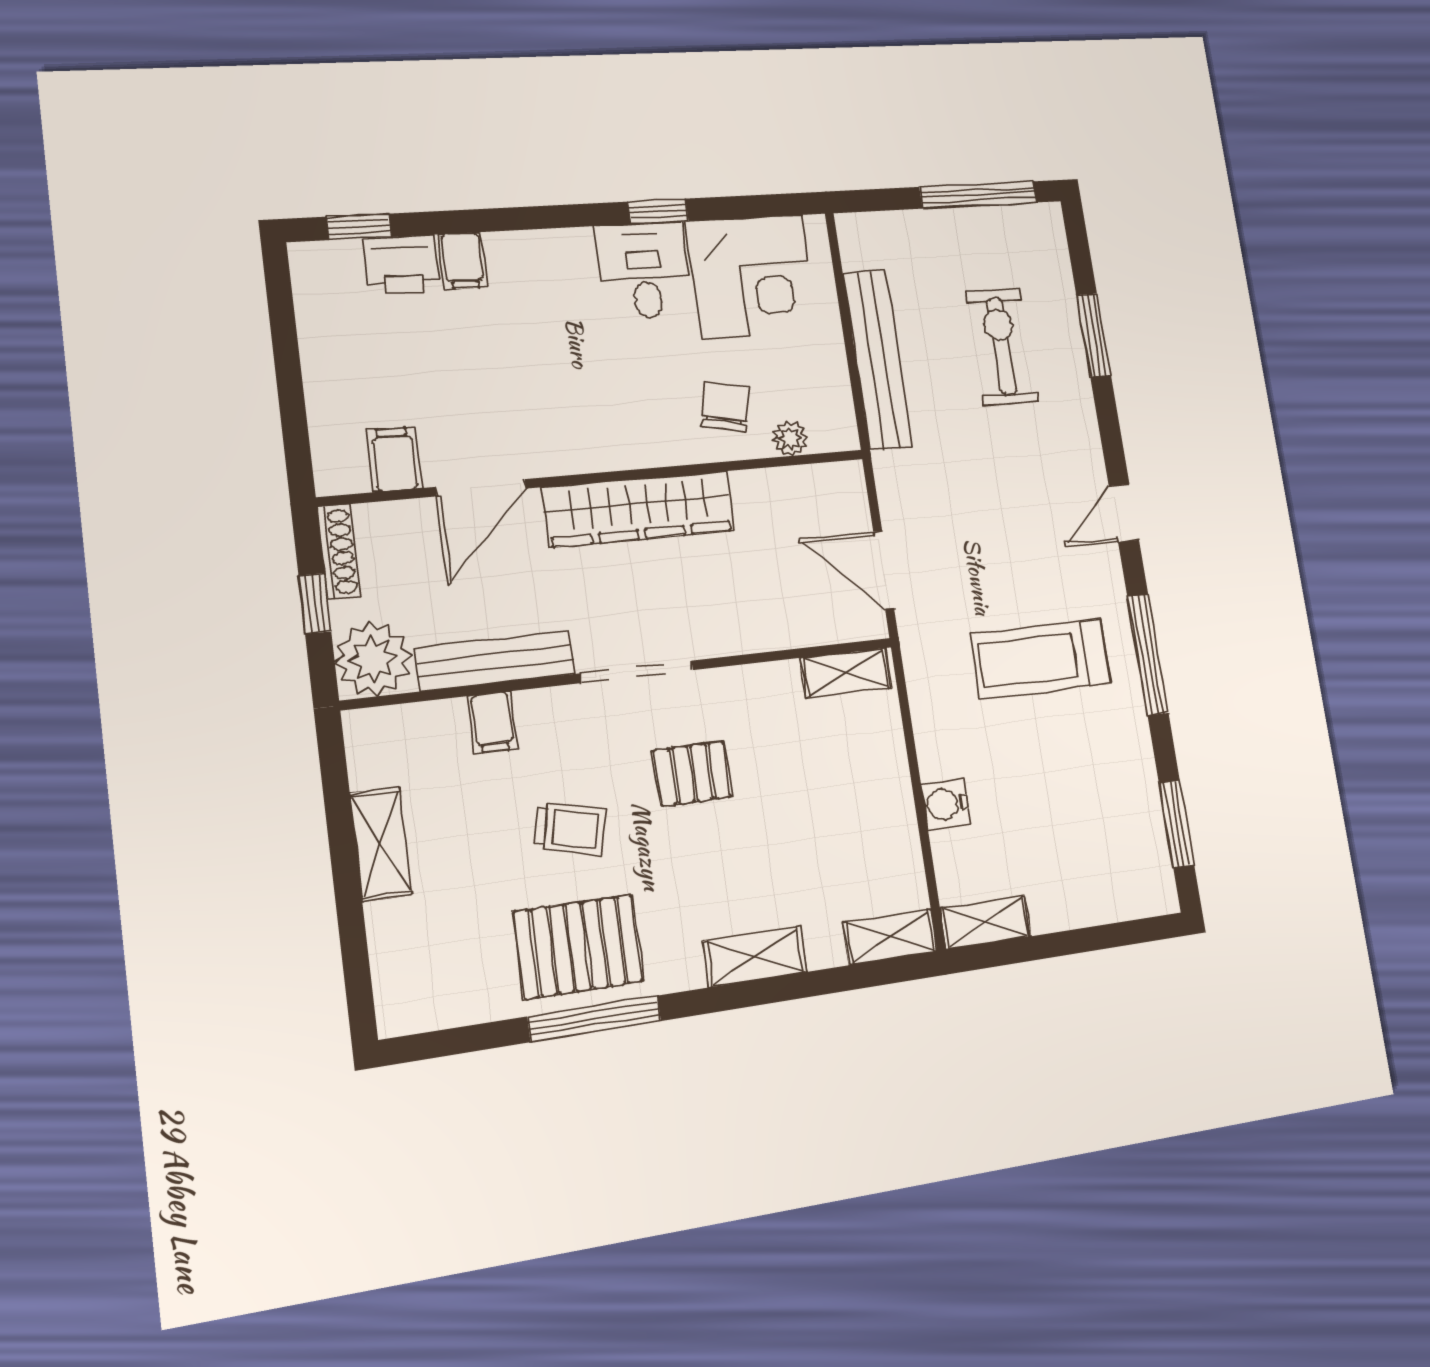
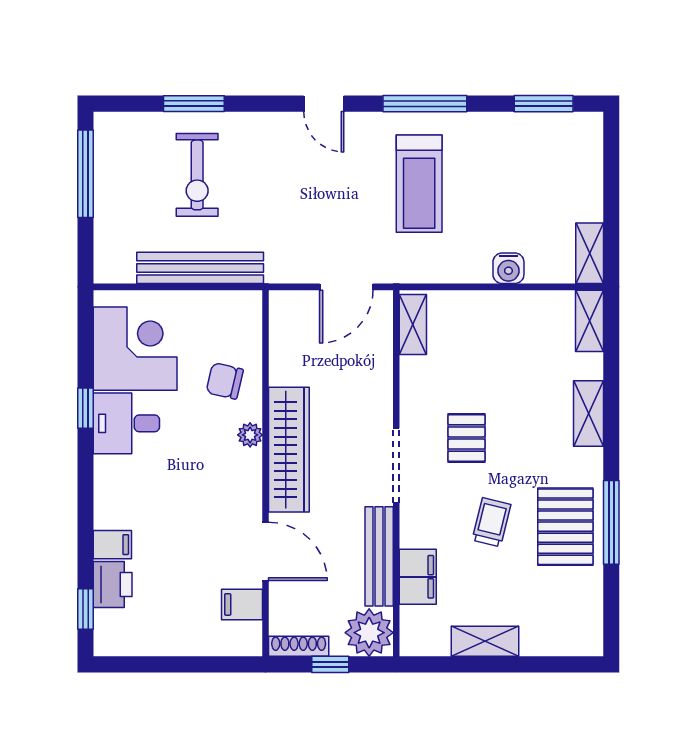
exercise bike: (1002, 346) -> (197, 175), turned -90
plant: (790, 438) -> (250, 435), moved
filing cabinet: (492, 722) -> (418, 577), width x2.00

